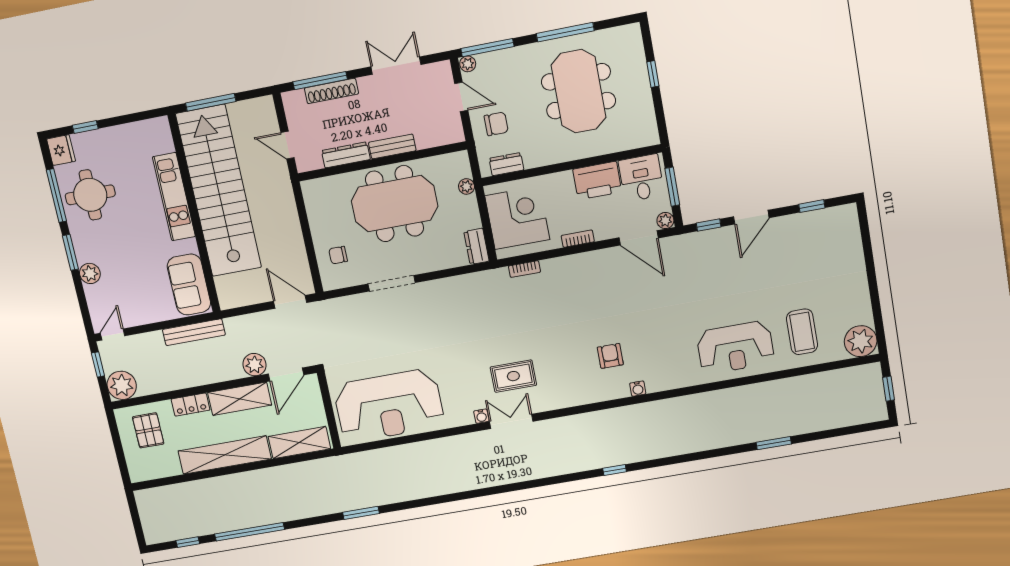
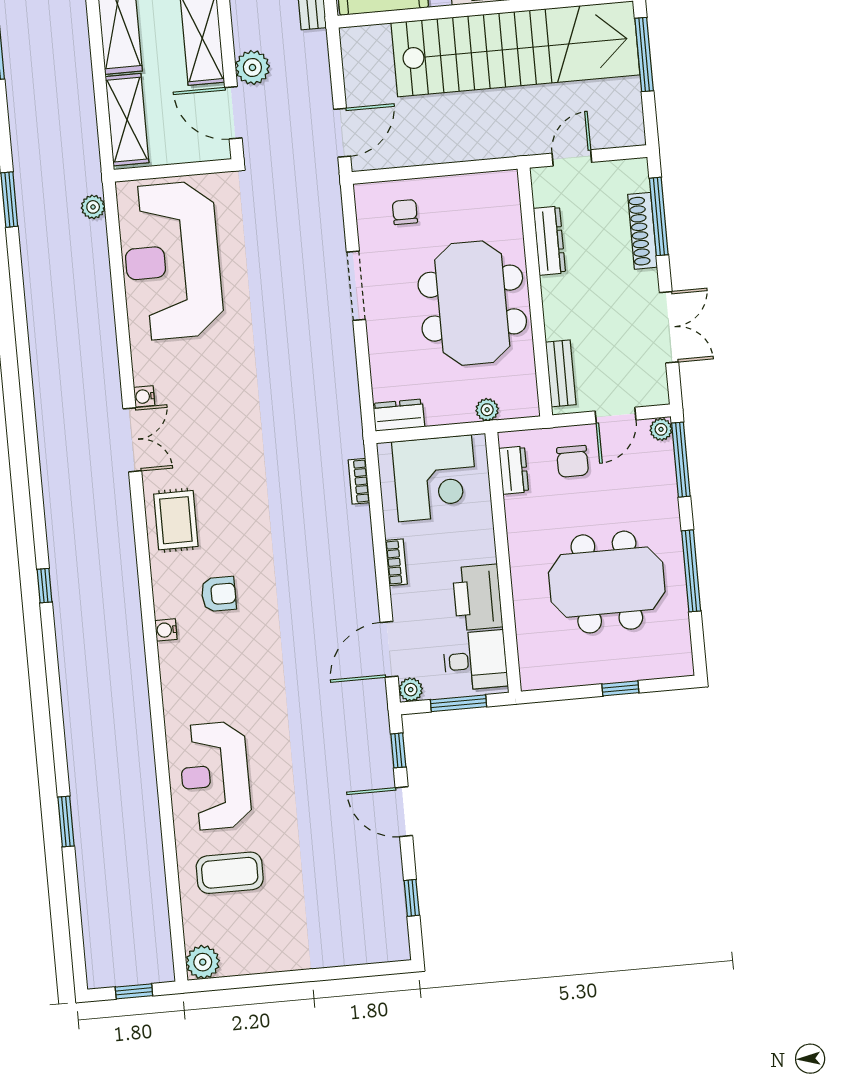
bench: (392, 147) -> (561, 373), moved
plant: (861, 341) -> (203, 962), width x0.73, depth x0.73
rug: (513, 376) -> (176, 520), moved
plant: (359, 459) -> (93, 207), added

